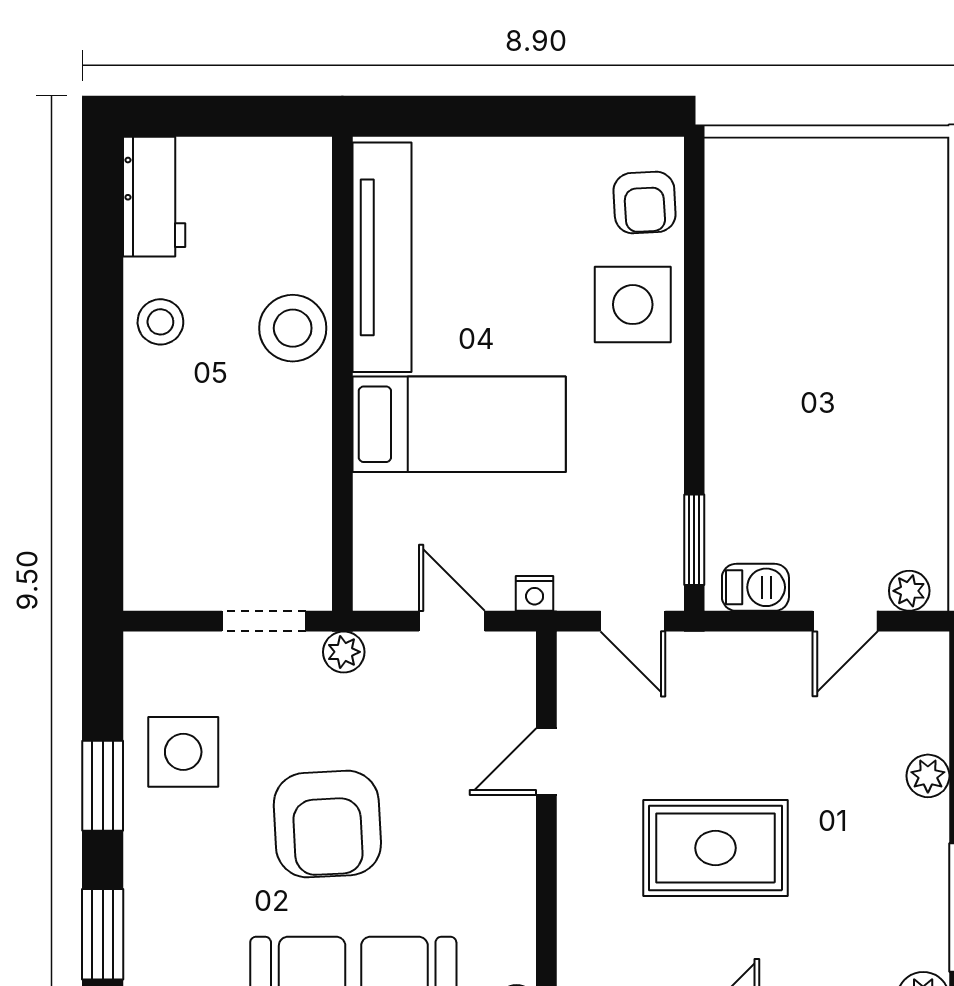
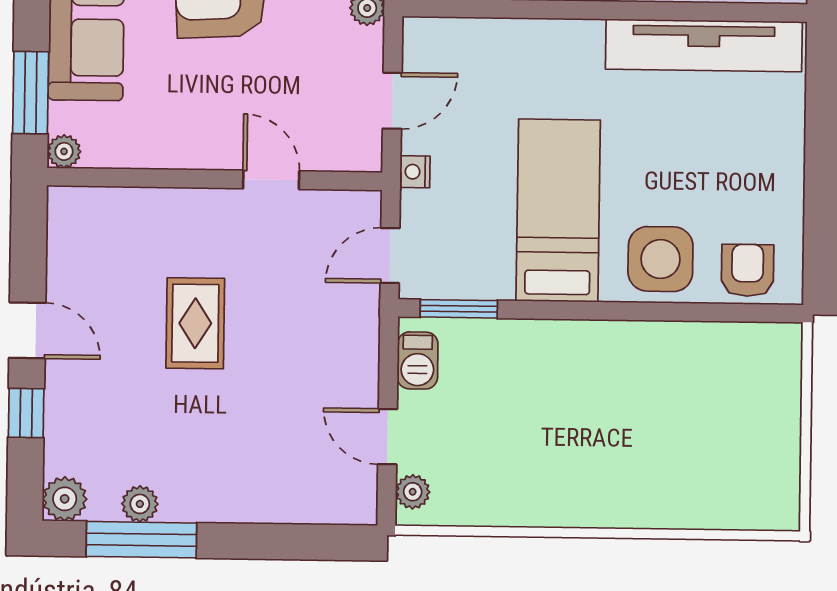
armchair: (645, 203) -> (748, 270), turned 93
bed: (459, 424) -> (558, 210), moved, turned 180
plant: (928, 776) -> (140, 504), moved
rug: (716, 848) -> (195, 323), width x0.73, depth x0.70

